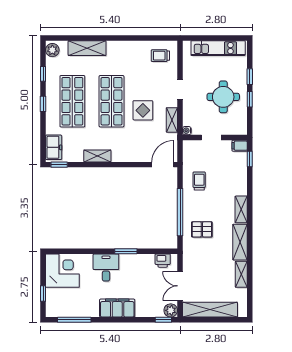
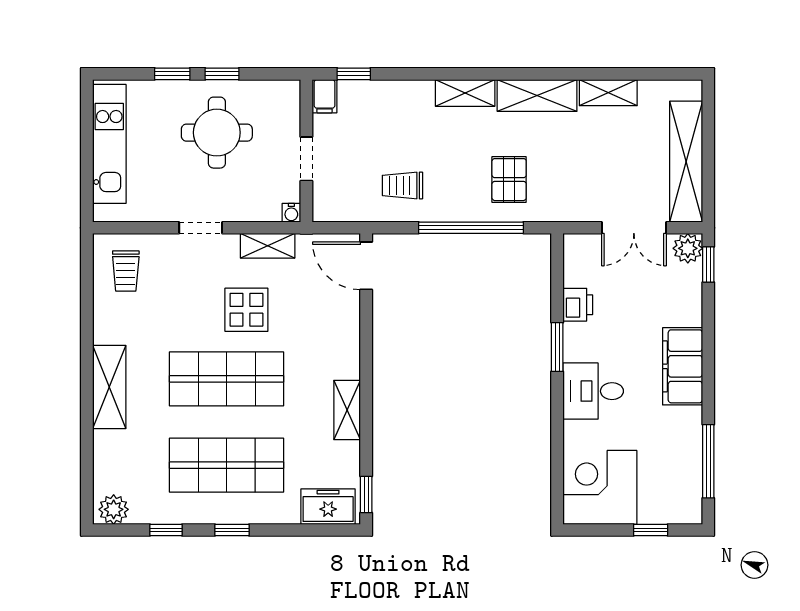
shelving: (87, 48) -> (109, 387), moved
printer: (163, 261) -> (578, 305), moved

